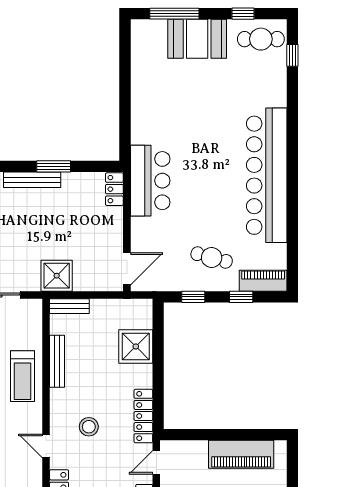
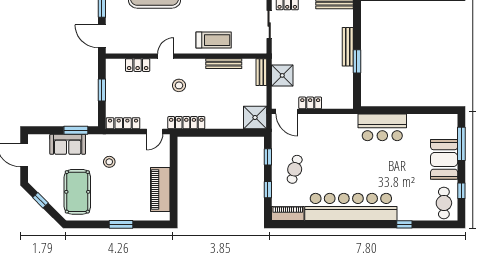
window: (292, 55) -> (404, 224), moved
bar counter: (150, 181) -> (382, 127), moved
locker: (114, 189) -> (310, 103), moved
shower: (57, 276) -> (282, 75), moved
piano: (263, 281) -> (288, 213), moved, turned -90
shower: (136, 346) -> (255, 117), moved
treadmill: (22, 376) -> (214, 40), turned 180
door: (156, 462) -> (155, 132), swing flipped

